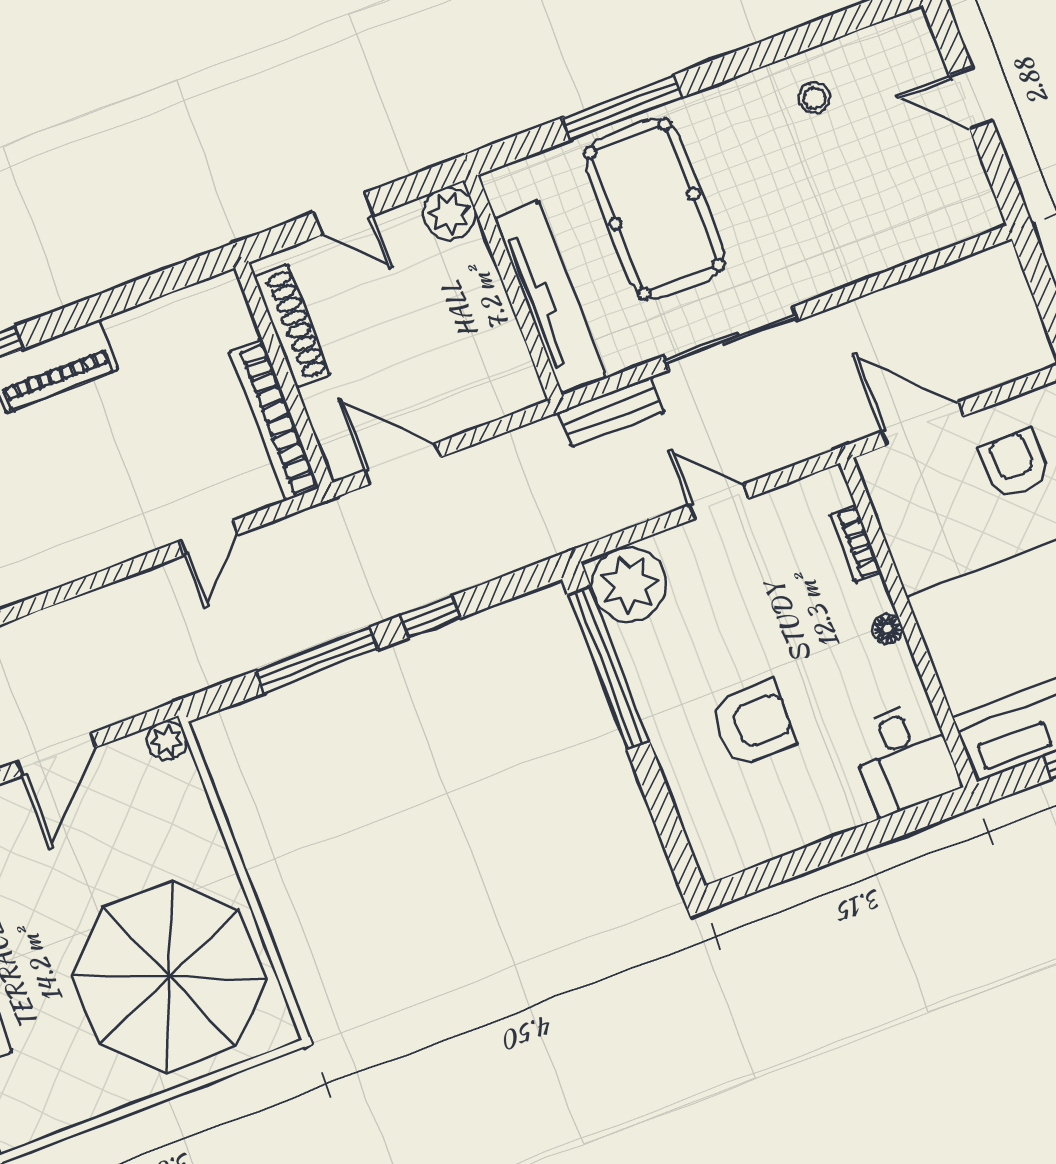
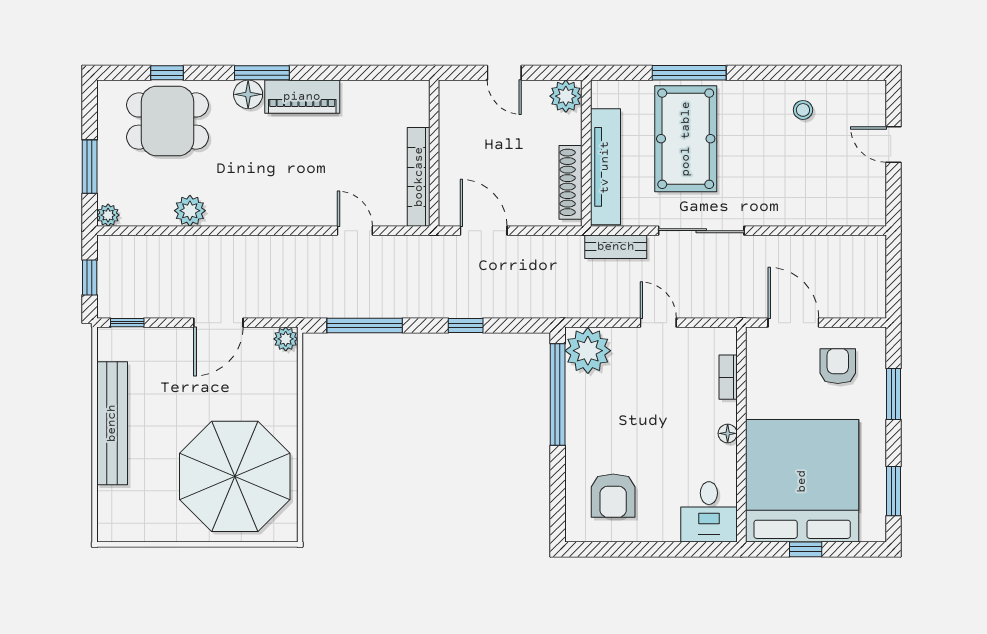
shoe rack: (292, 326) -> (571, 182), moved, turned 180
door: (209, 538) -> (355, 231), swing flipped
window: (317, 660) -> (365, 325), moved
armchair: (753, 724) -> (613, 496), moved, turned 90

